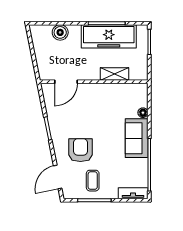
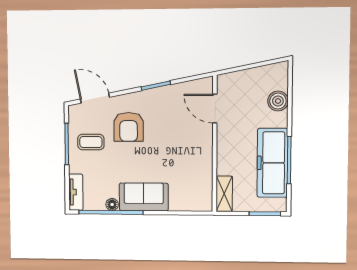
shelving: (114, 74) -> (224, 194), moved
floor lamp: (143, 113) -> (112, 205), moved
armchair: (80, 150) -> (129, 127), turned 90

